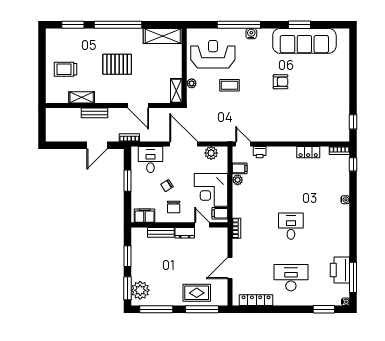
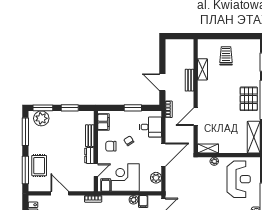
pallet: (117, 64) -> (249, 99), moved
coffee table: (229, 85) -> (213, 193), removed

